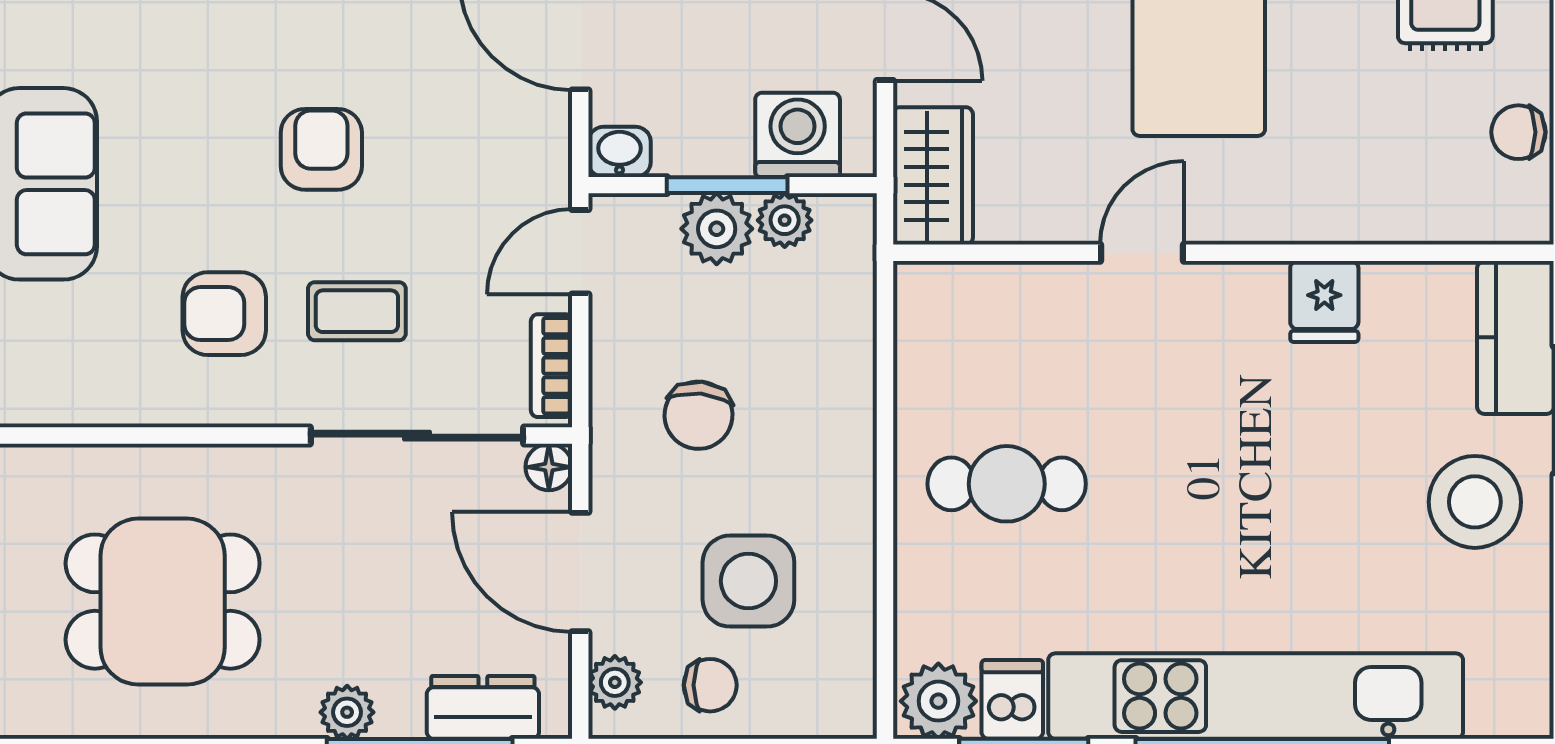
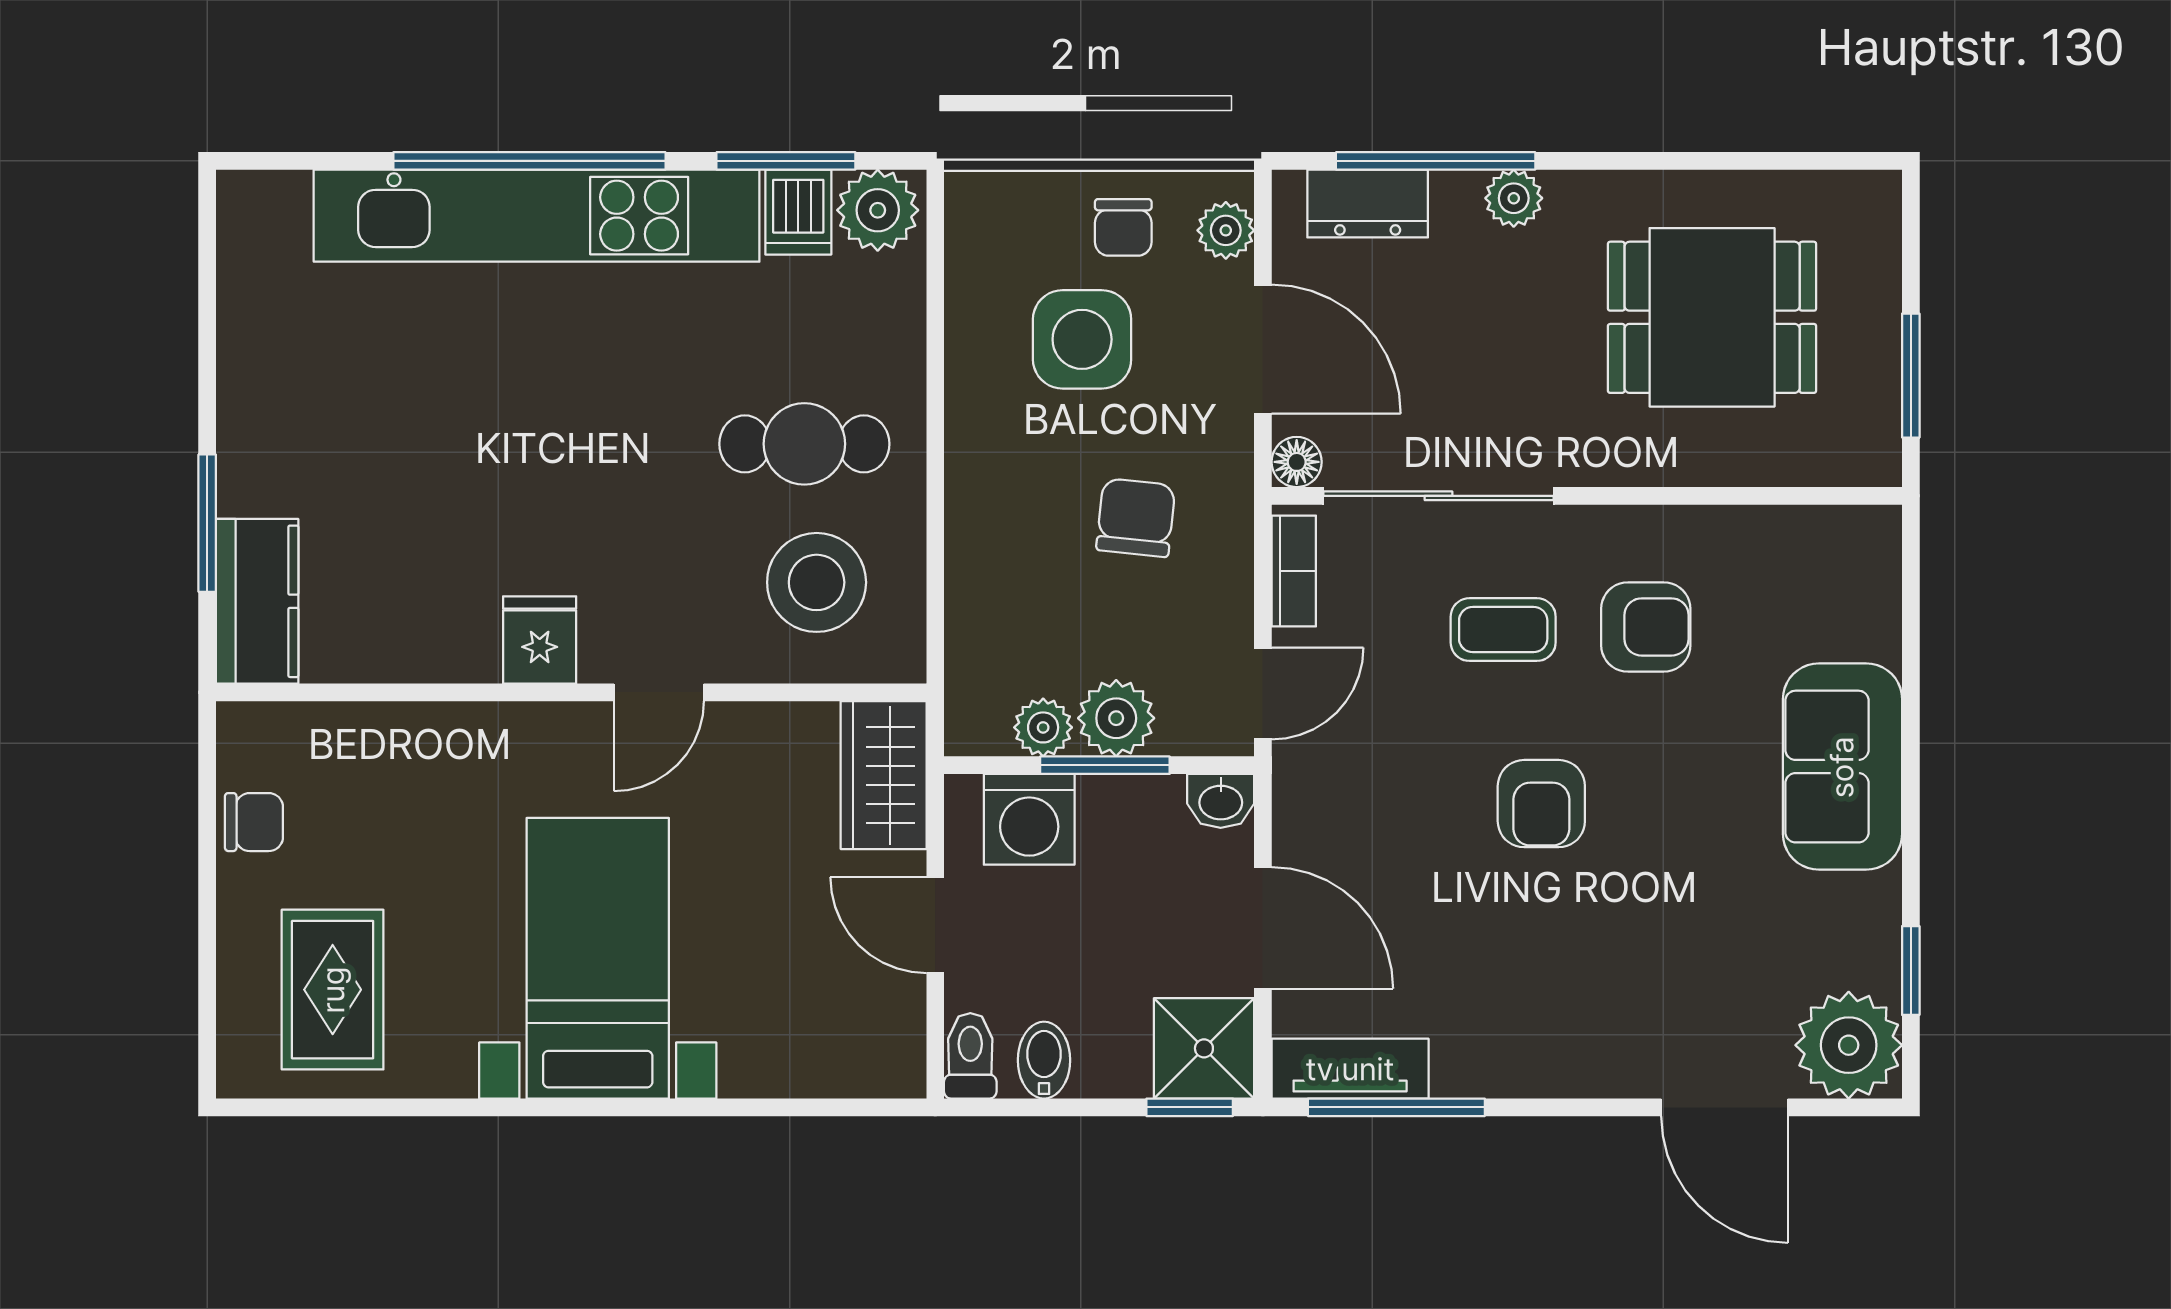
fridge: (1324, 302) -> (540, 640), moved
stool: (1475, 502) -> (817, 582), moved
chair: (710, 685) -> (1123, 227), turned -90

